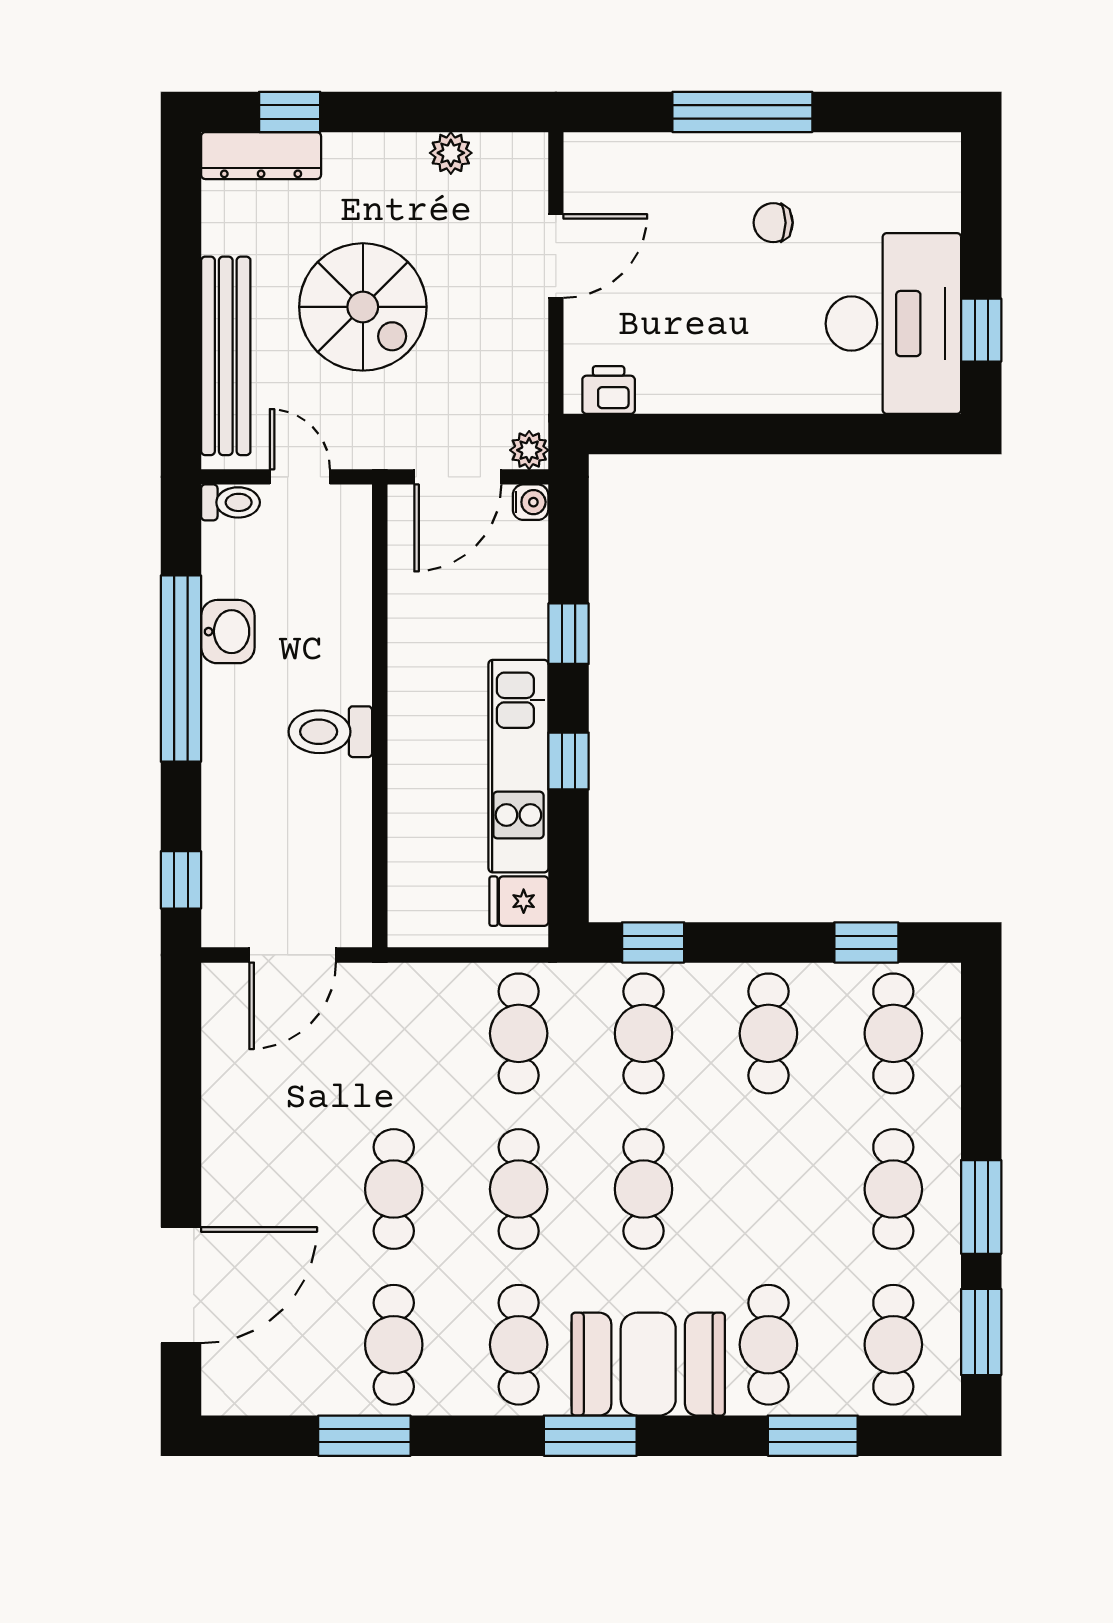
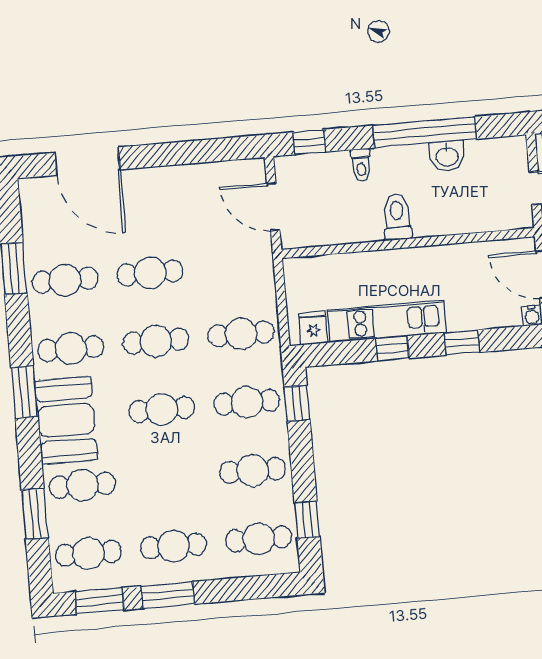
toilet: (230, 502) -> (361, 165), moved

